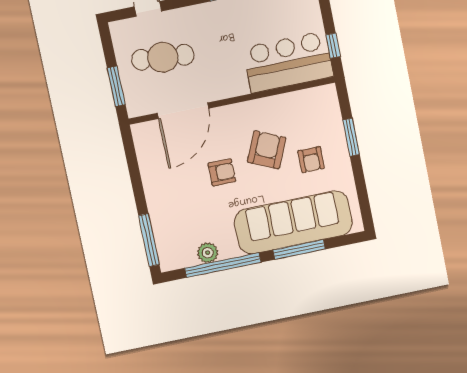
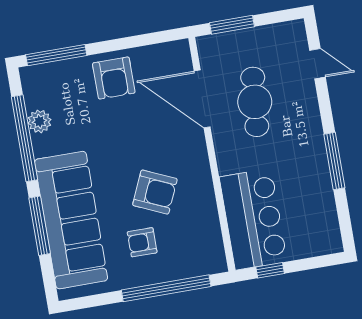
cafe table: (163, 57) -> (255, 102), moved
window: (351, 137) -> (166, 288), width x2.11
armchair: (222, 172) -> (114, 78), moved, width x1.38, depth x1.38

